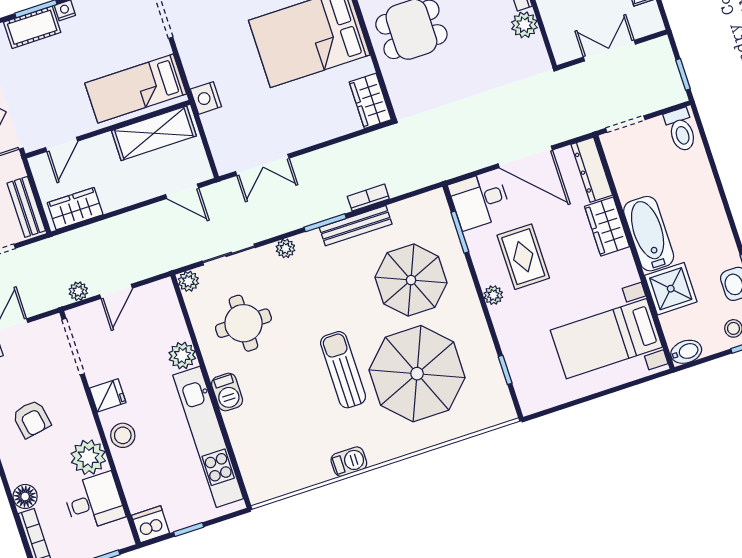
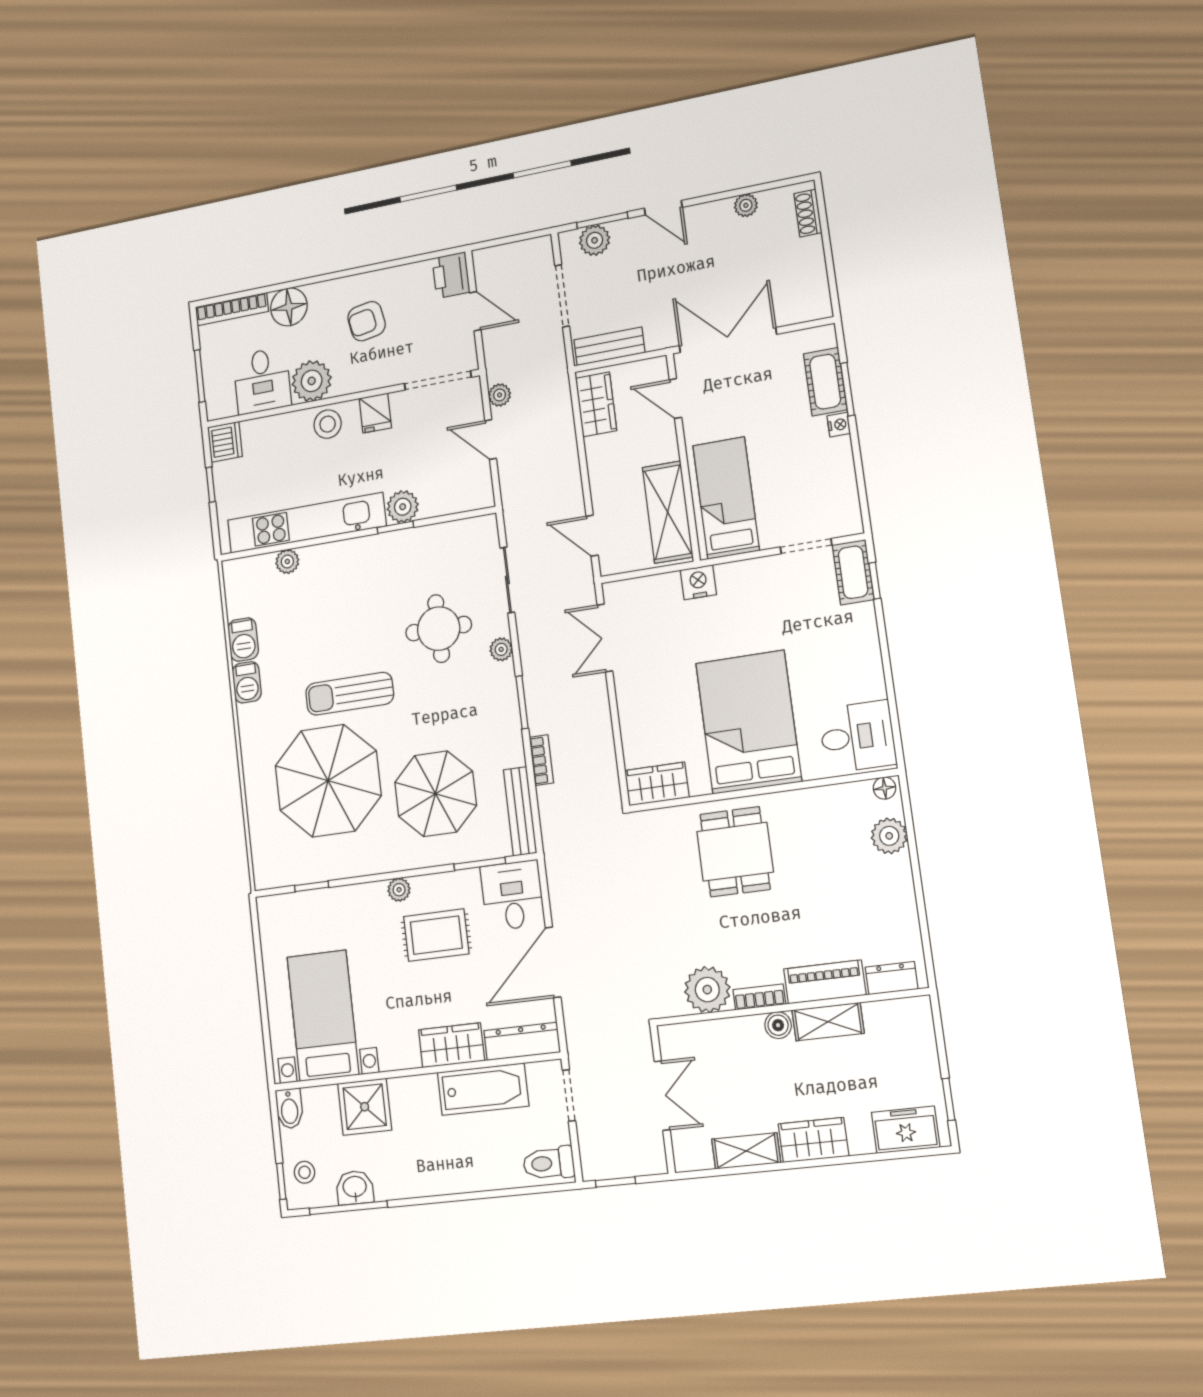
plant: (524, 25) -> (707, 990), width x1.36, depth x1.36
door: (182, 191) -> (592, 536), hinge flipped
bench: (356, 226) -> (520, 811), moved
bathtub: (649, 234) -> (483, 1089), moved
plant: (188, 281) -> (287, 562), moved
round table: (243, 323) -> (439, 629), moved
window: (200, 358) -> (395, 527), added
sun lounger: (343, 370) -> (350, 694), turned 180
barbecue: (227, 392) -> (243, 640), moved, turned -90
floor lamp: (25, 496) -> (289, 307), width x1.38, depth x1.38

